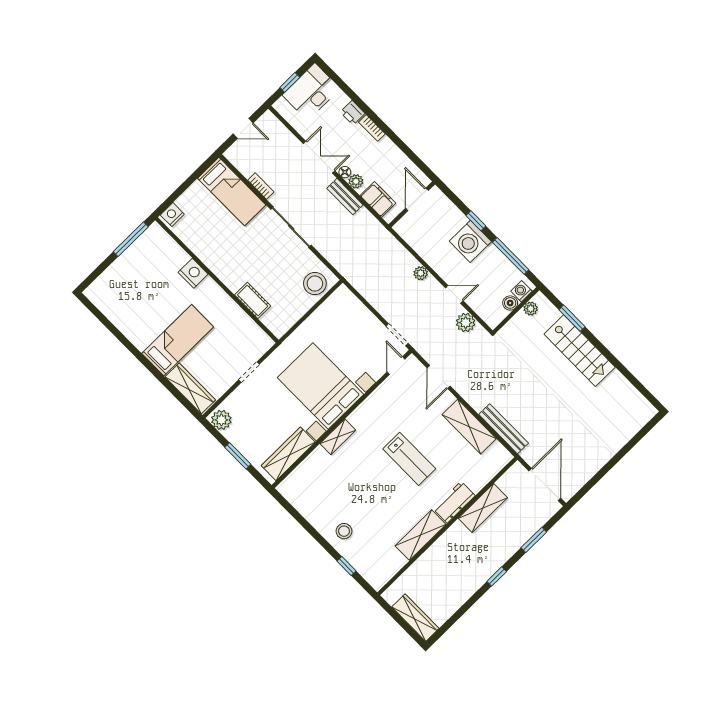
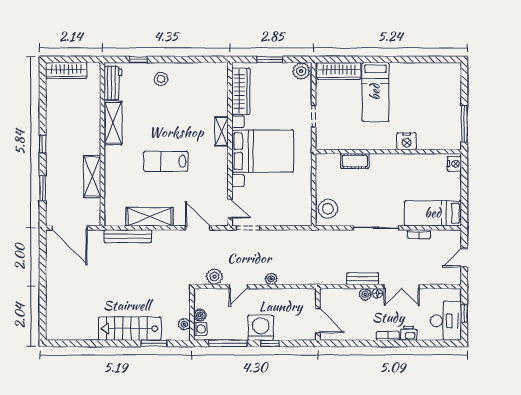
filing cabinet: (378, 199) -> (341, 297), removed
workbench: (454, 502) -> (113, 83), moved

